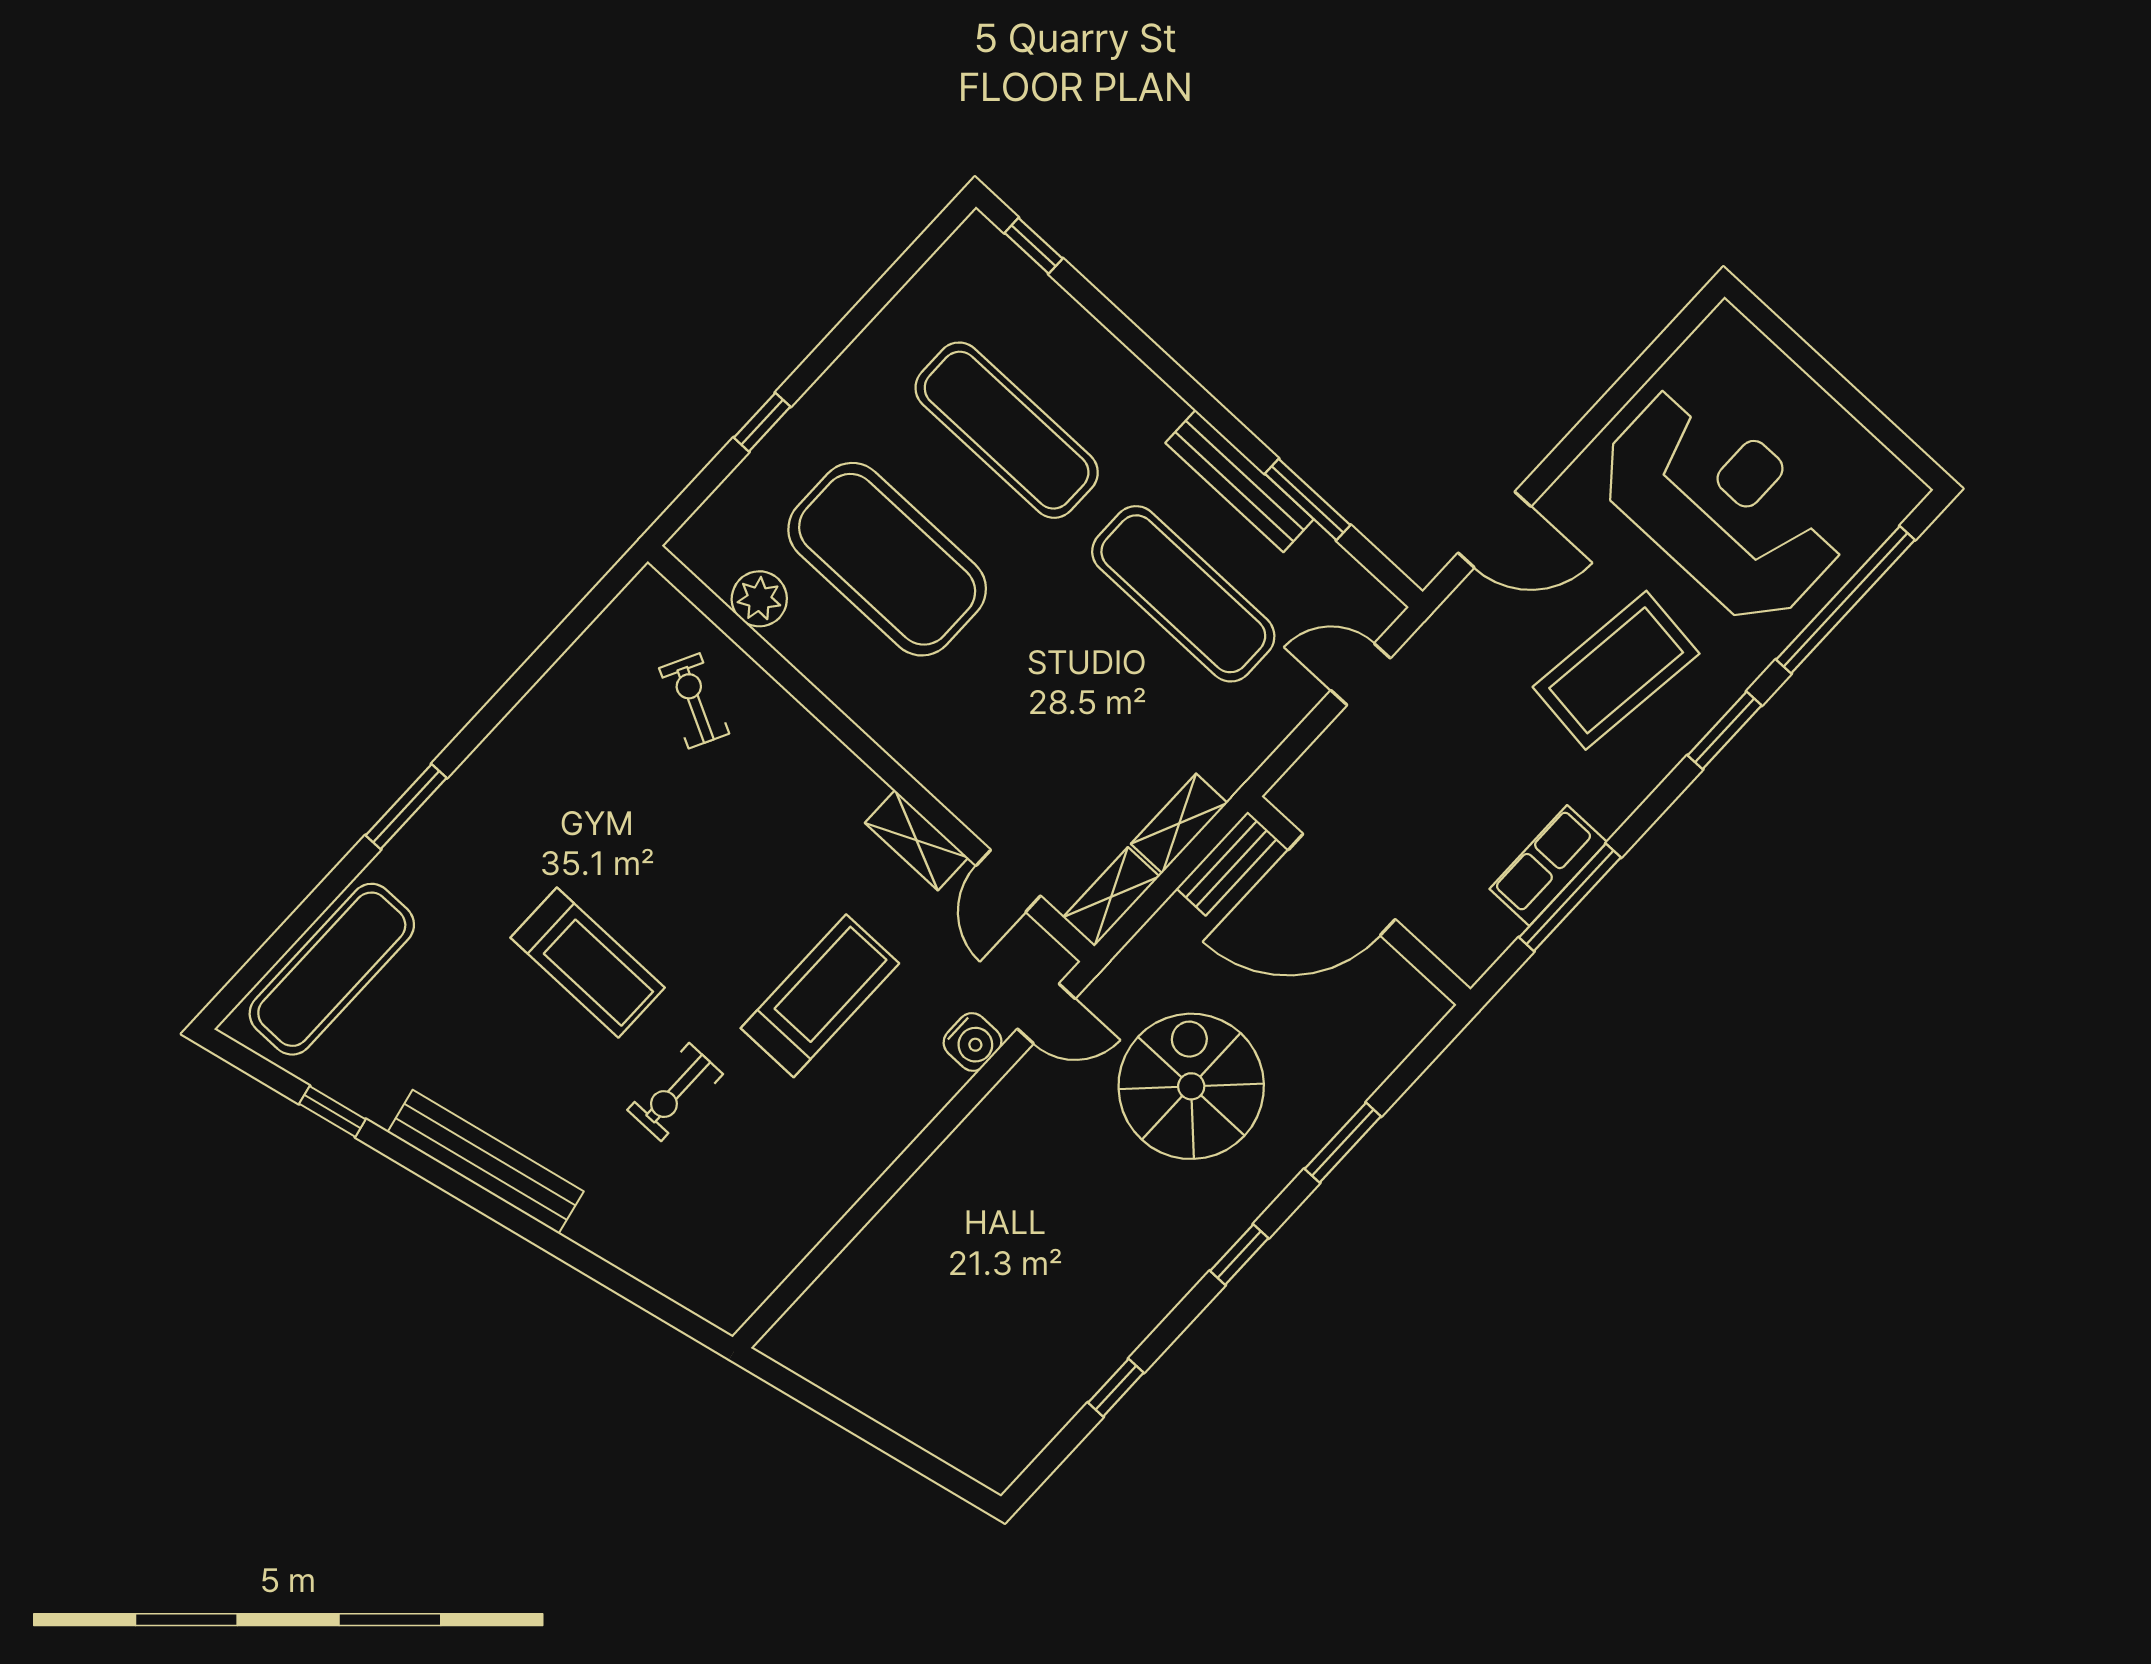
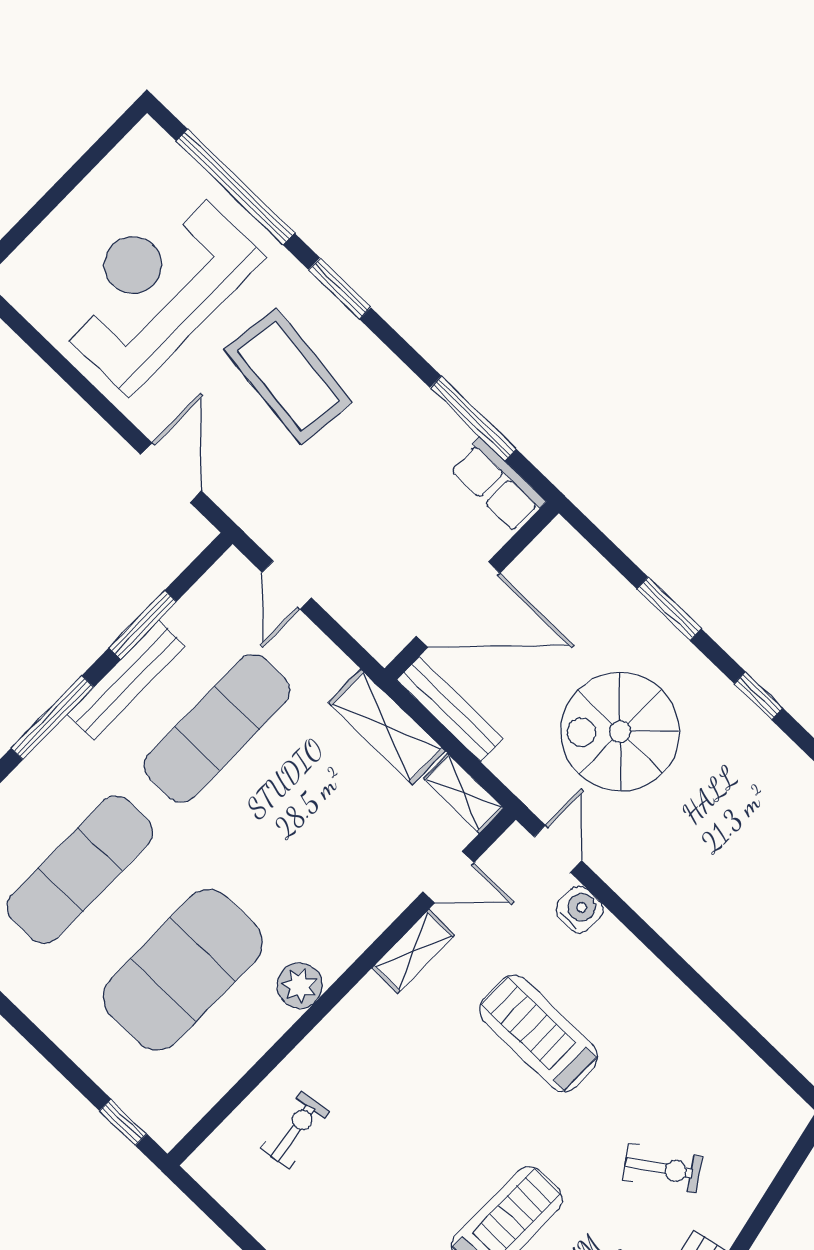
window: (1192, 392) -> (52, 718), added
window: (762, 422) -> (123, 1122), moved
plant: (759, 599) -> (300, 986), moved
exercise bike: (694, 701) -> (295, 1130), turned 144
shelving: (1179, 823) -> (387, 727), width x1.50, depth x1.33
bench: (1227, 864) -> (450, 709), width x1.36
row of seats: (1548, 866) -> (498, 485), moved
door: (1342, 885) -> (458, 605), hinge flipped
exercise bike: (675, 1092) -> (663, 1168), moved, turned -34

